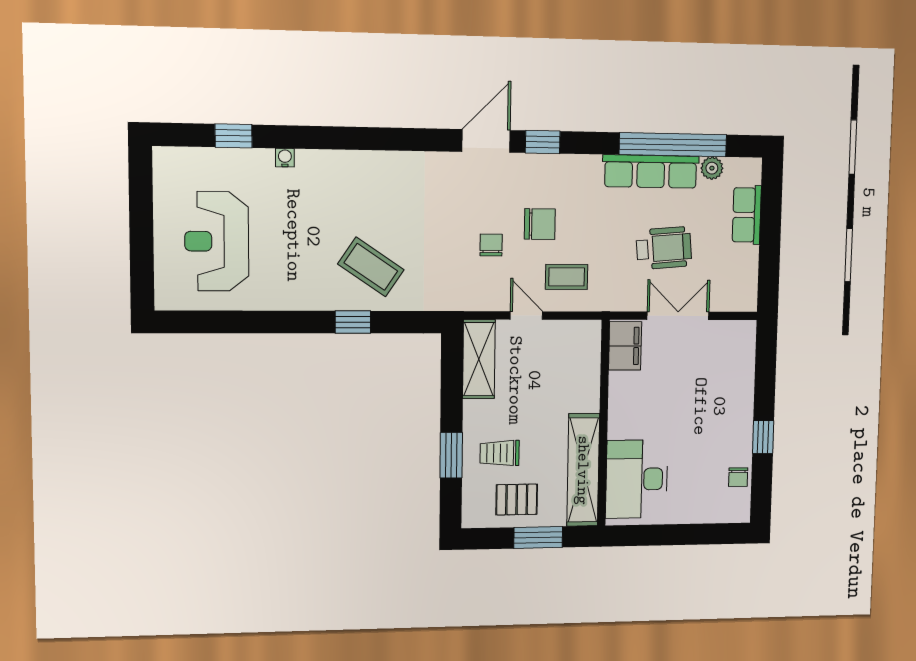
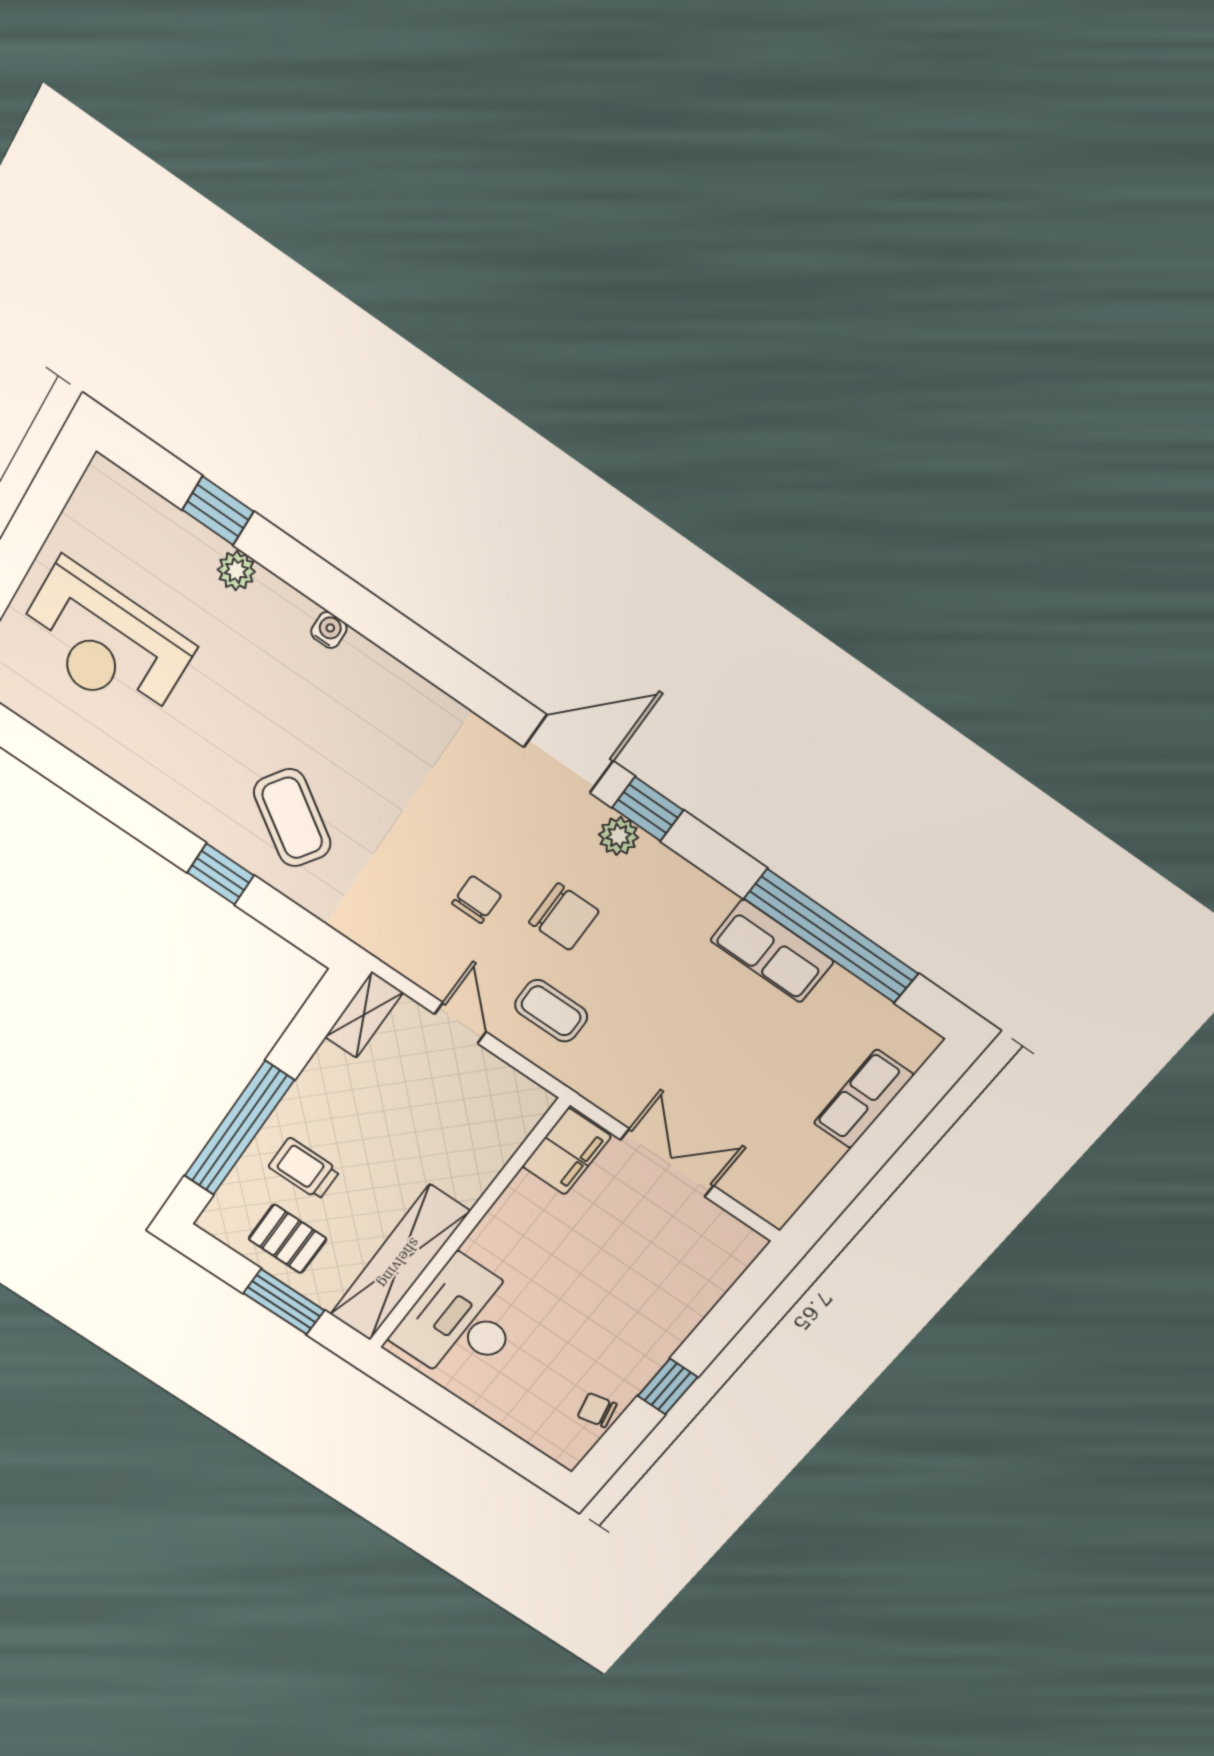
water cooler: (285, 158) -> (329, 630), moved
plant: (262, 160) -> (236, 571), added
plant: (712, 168) -> (619, 836), moved
row of seats: (651, 171) -> (772, 951), width x0.68
reception desk: (217, 241) -> (104, 643), turned -90
wheelchair: (664, 248) -> (714, 1064), removed
shelving: (479, 359) -> (364, 1015), width x0.67, depth x0.75
window: (451, 455) -> (239, 1128), width x2.11
chair: (738, 477) -> (597, 1410), turned 77

